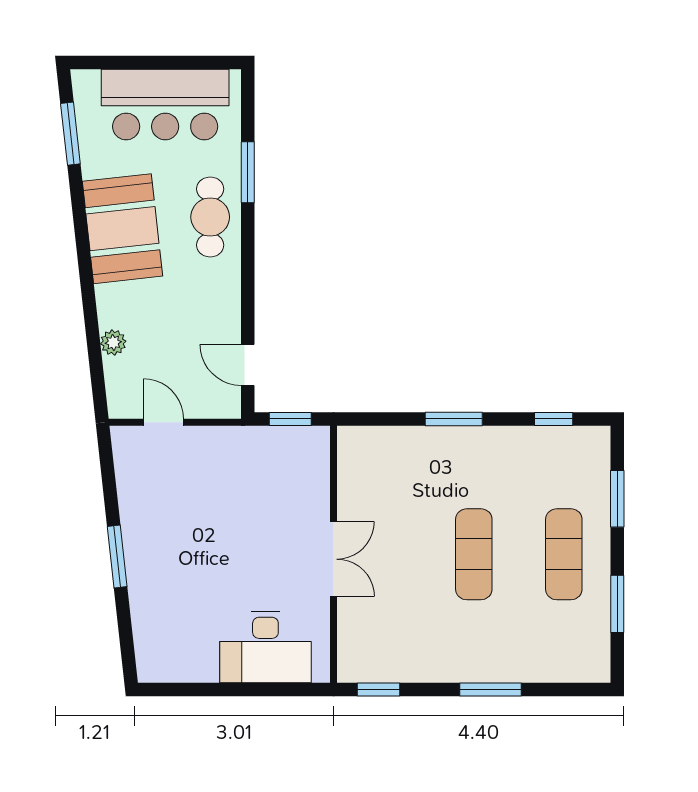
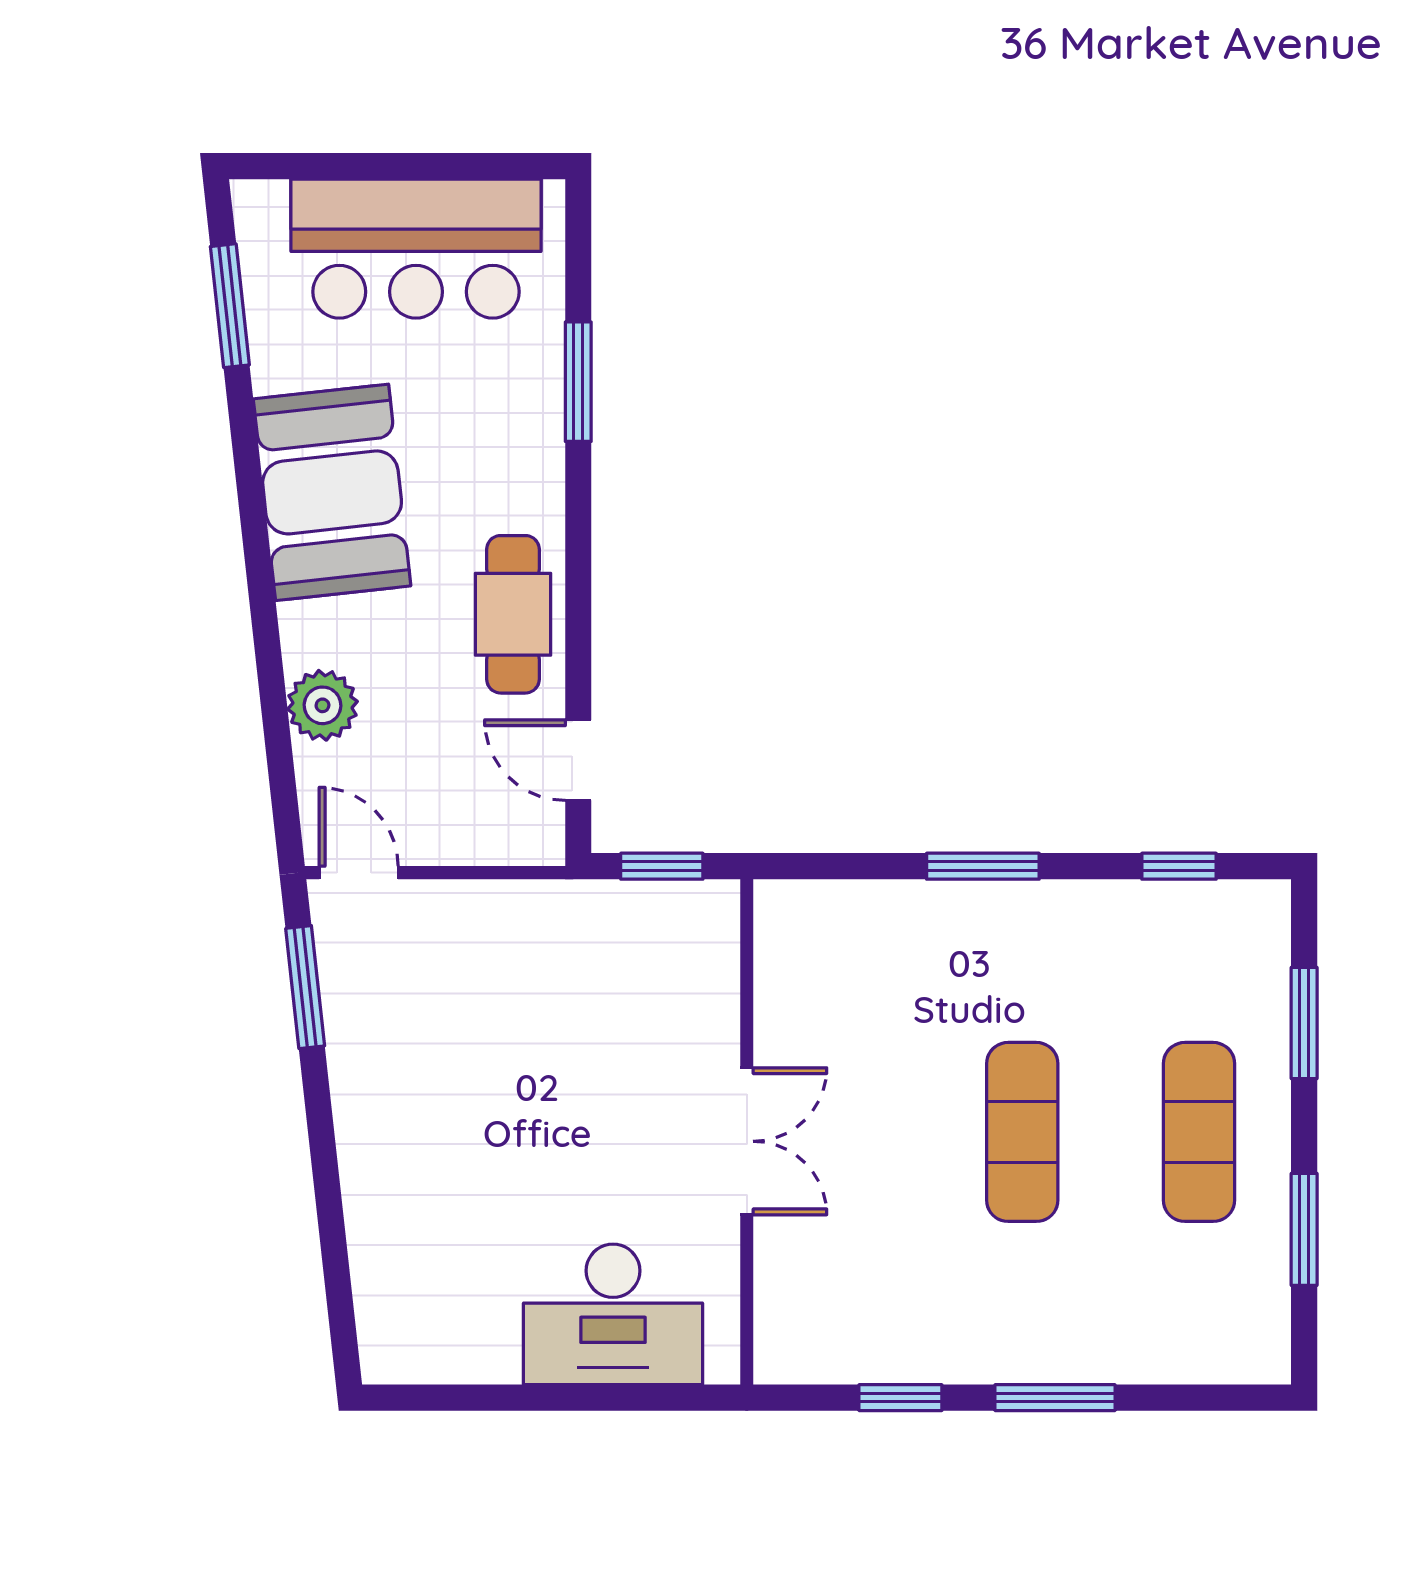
cafe table: (210, 217) -> (513, 614), moved
plant: (113, 342) -> (322, 705), width x1.38, depth x1.38
door: (163, 422) -> (359, 873), moved
window: (117, 557) -> (305, 987), moved
window: (379, 690) -> (900, 1398), moved

